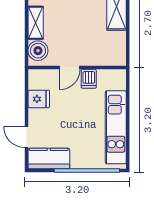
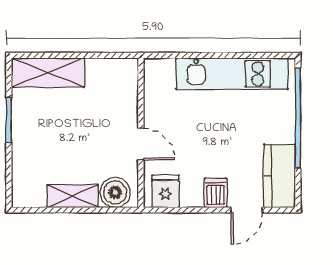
dishwasher: (89, 79) -> (216, 193), moved, turned -90
fridge: (39, 99) -> (165, 191), moved

